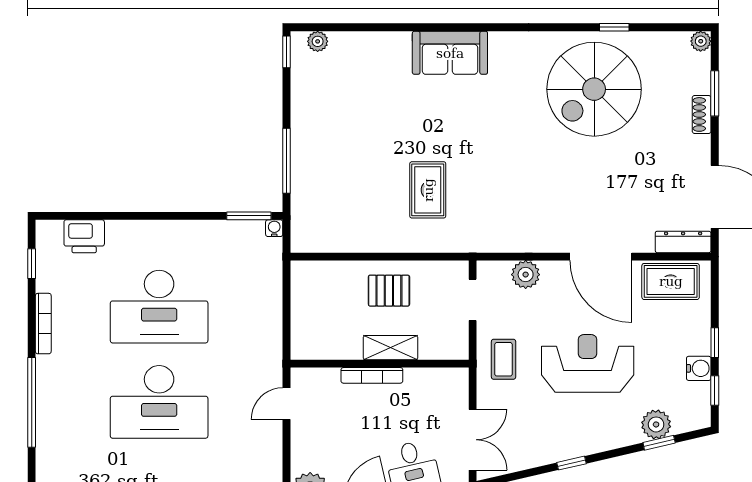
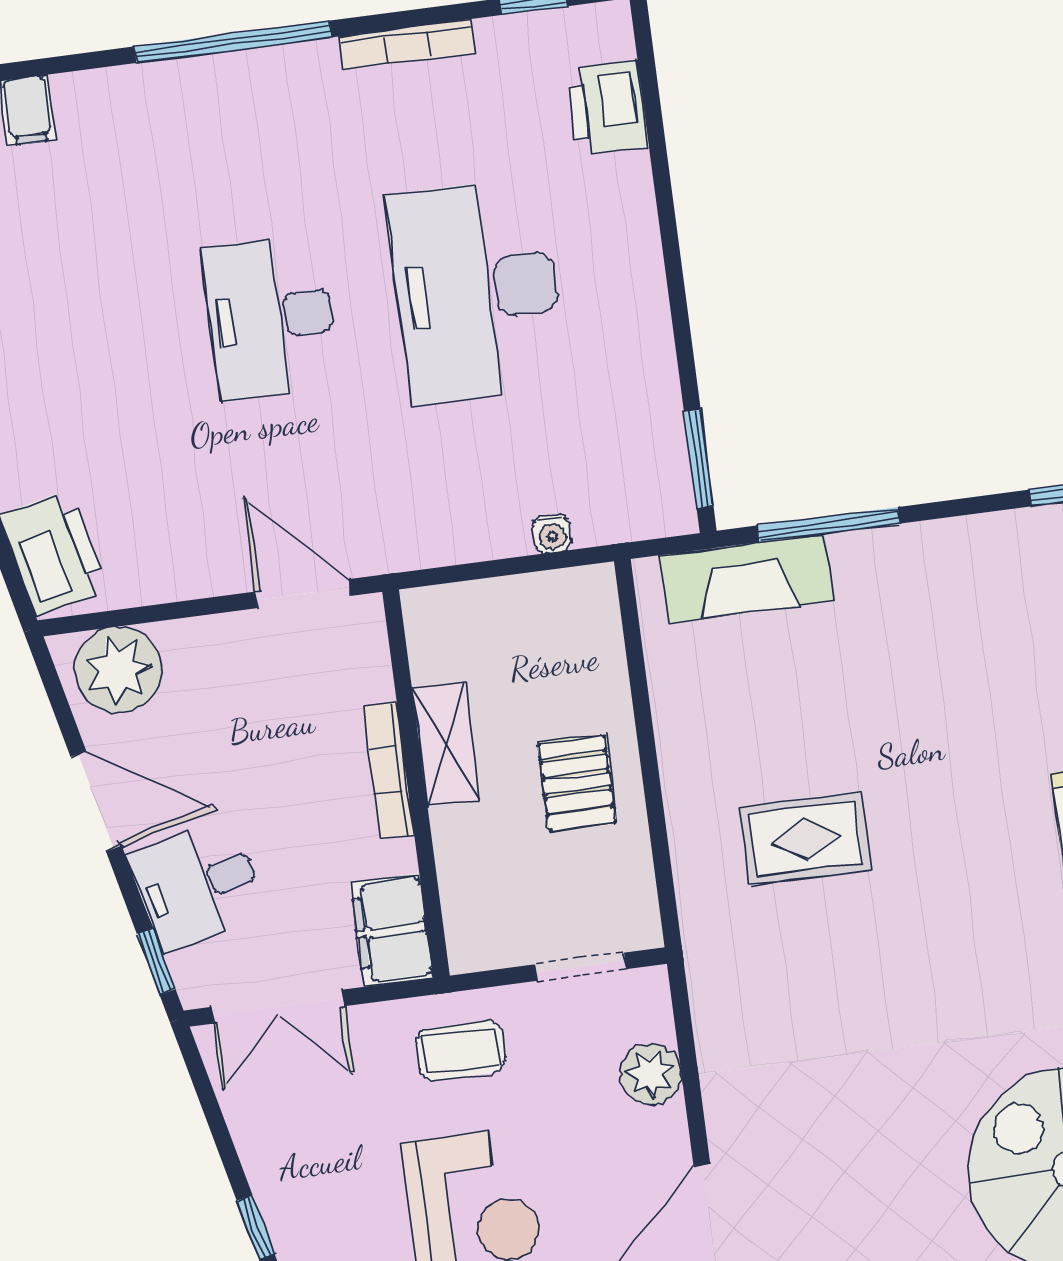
fireplace: (306, 202) -> (746, 578), added
water cooler: (274, 228) -> (552, 534), moved, turned 90
shelving: (391, 348) -> (446, 744), moved
filing cabinet: (445, 384) -> (391, 930), added
desk: (159, 402) -> (270, 317), width x0.73, depth x0.77
door: (287, 404) -> (303, 594), width x1.38

